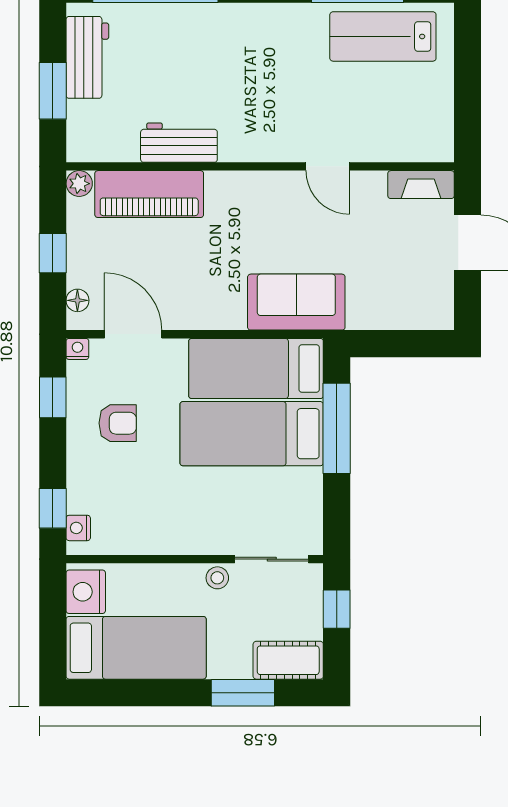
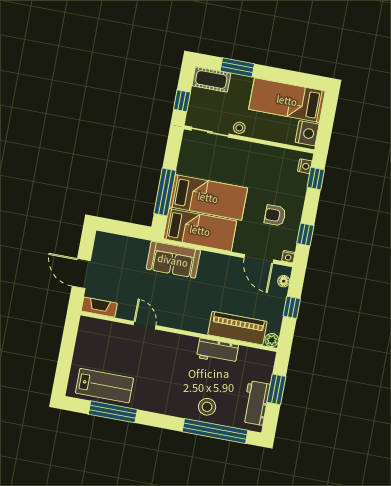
stool: (179, 33) -> (207, 407), added

